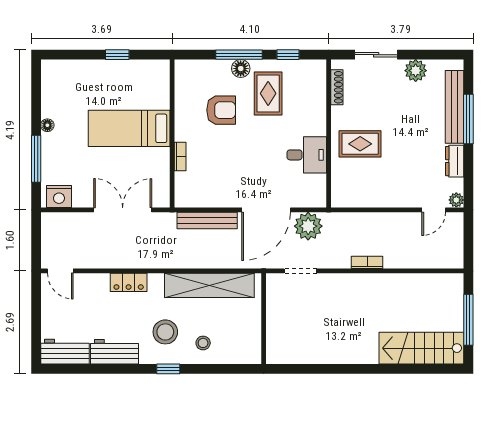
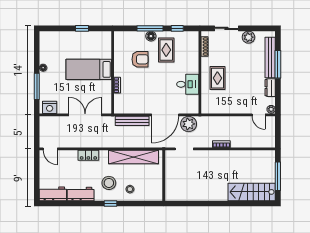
rug: (360, 144) -> (217, 78), turned 90
door: (434, 210) -> (259, 115), hinge flipped

